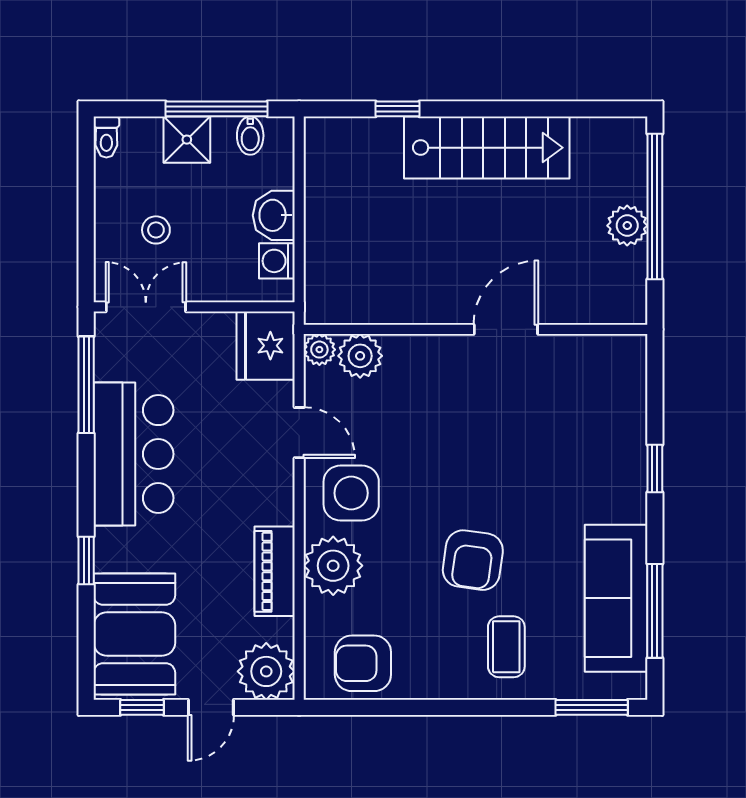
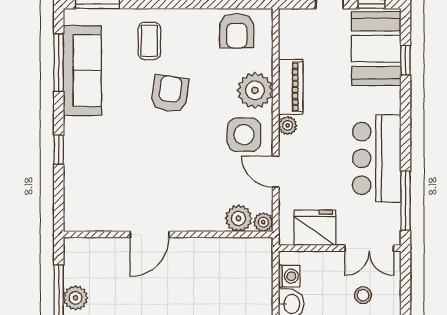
fridge: (266, 346) -> (315, 228), moved, turned -90
window: (86, 561) -> (406, 60), moved
armchair: (363, 663) -> (237, 31), turned 90
plant: (266, 671) -> (288, 125), moved, width x0.53, depth x0.53

